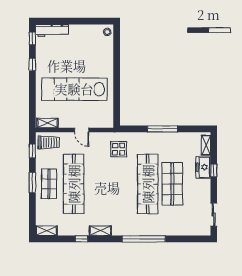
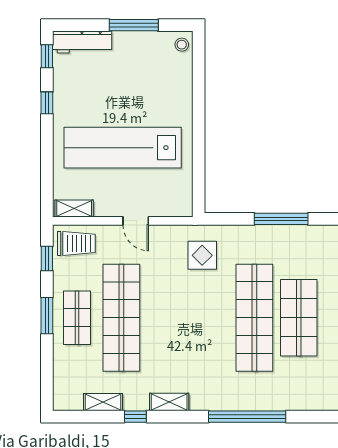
window: (81, 21) -> (134, 25), added
shelving: (46, 231) -> (103, 402), moved

